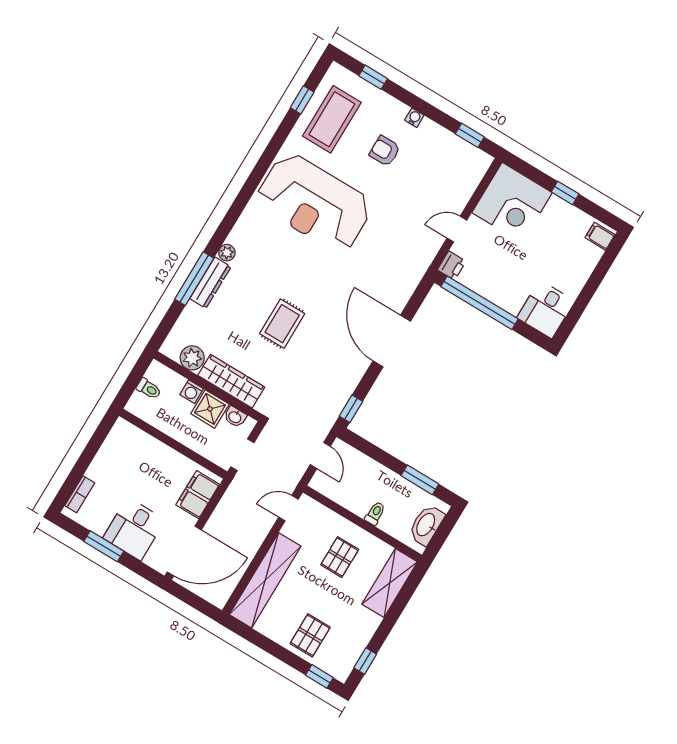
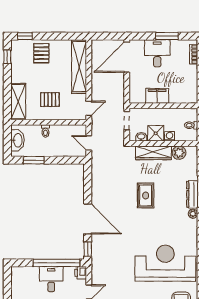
desk: (546, 309) -> (51, 279), moved
window: (351, 409) -> (88, 249), moved
filing cabinet: (198, 495) -> (157, 96), moved, turned -90
pallet: (340, 557) -> (50, 100), turned 90

